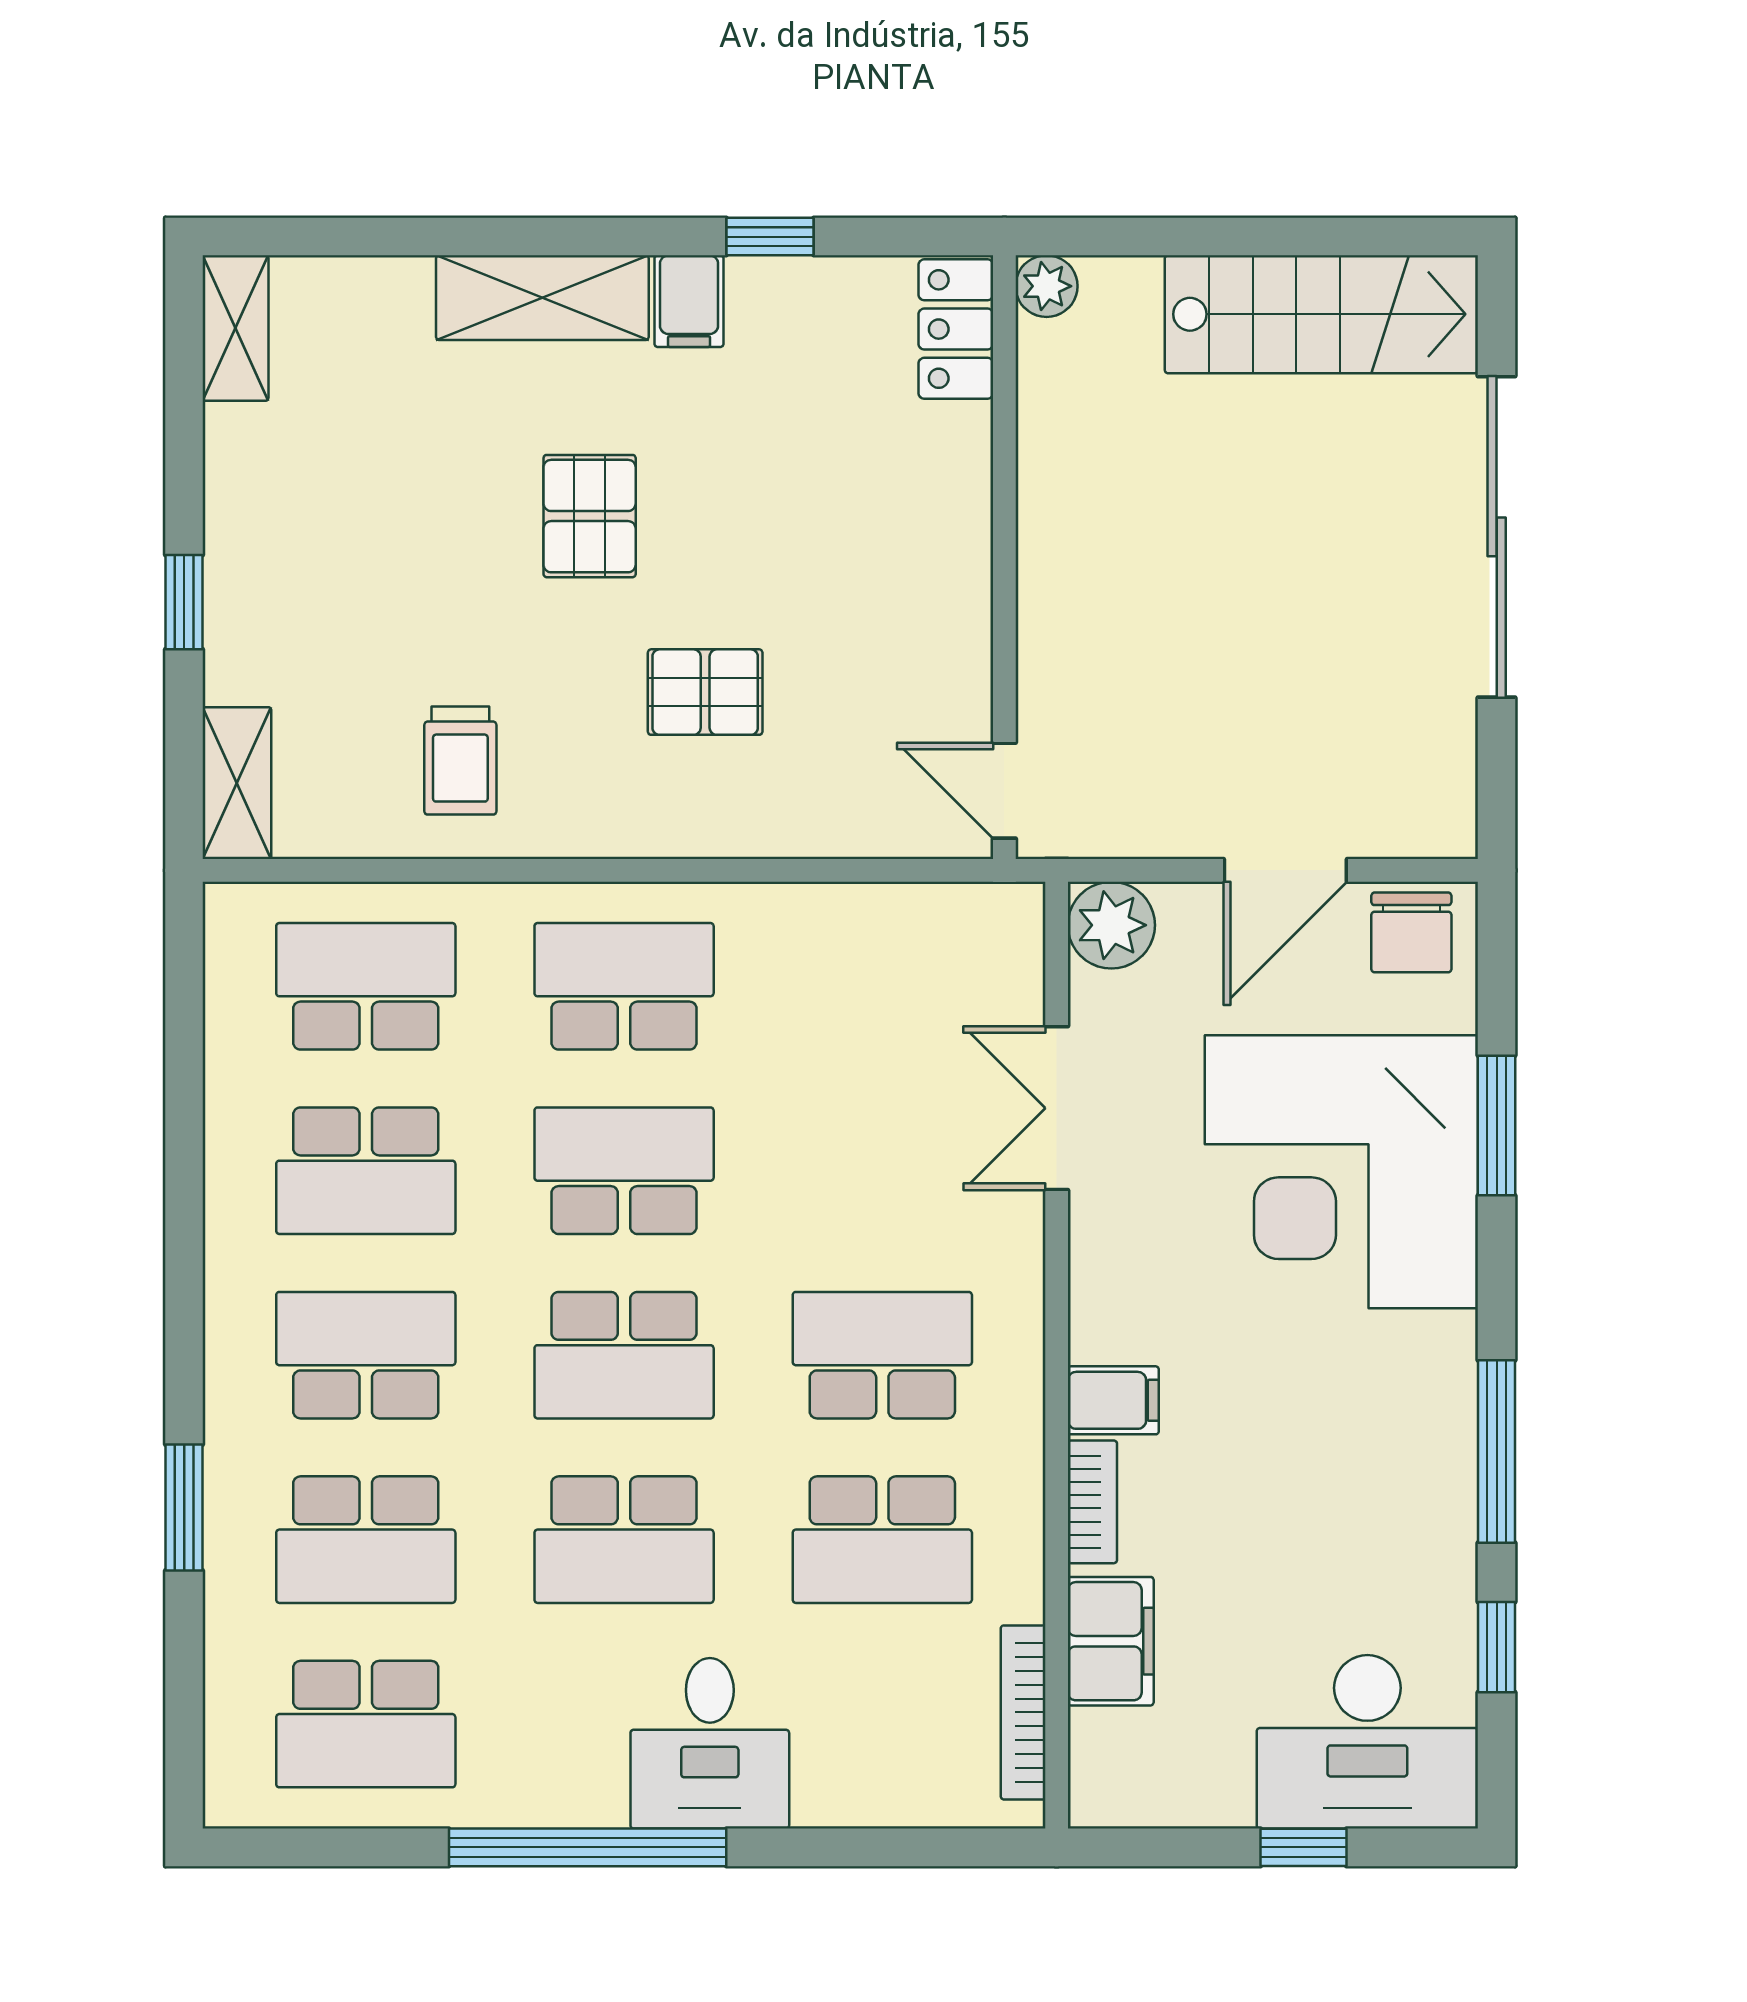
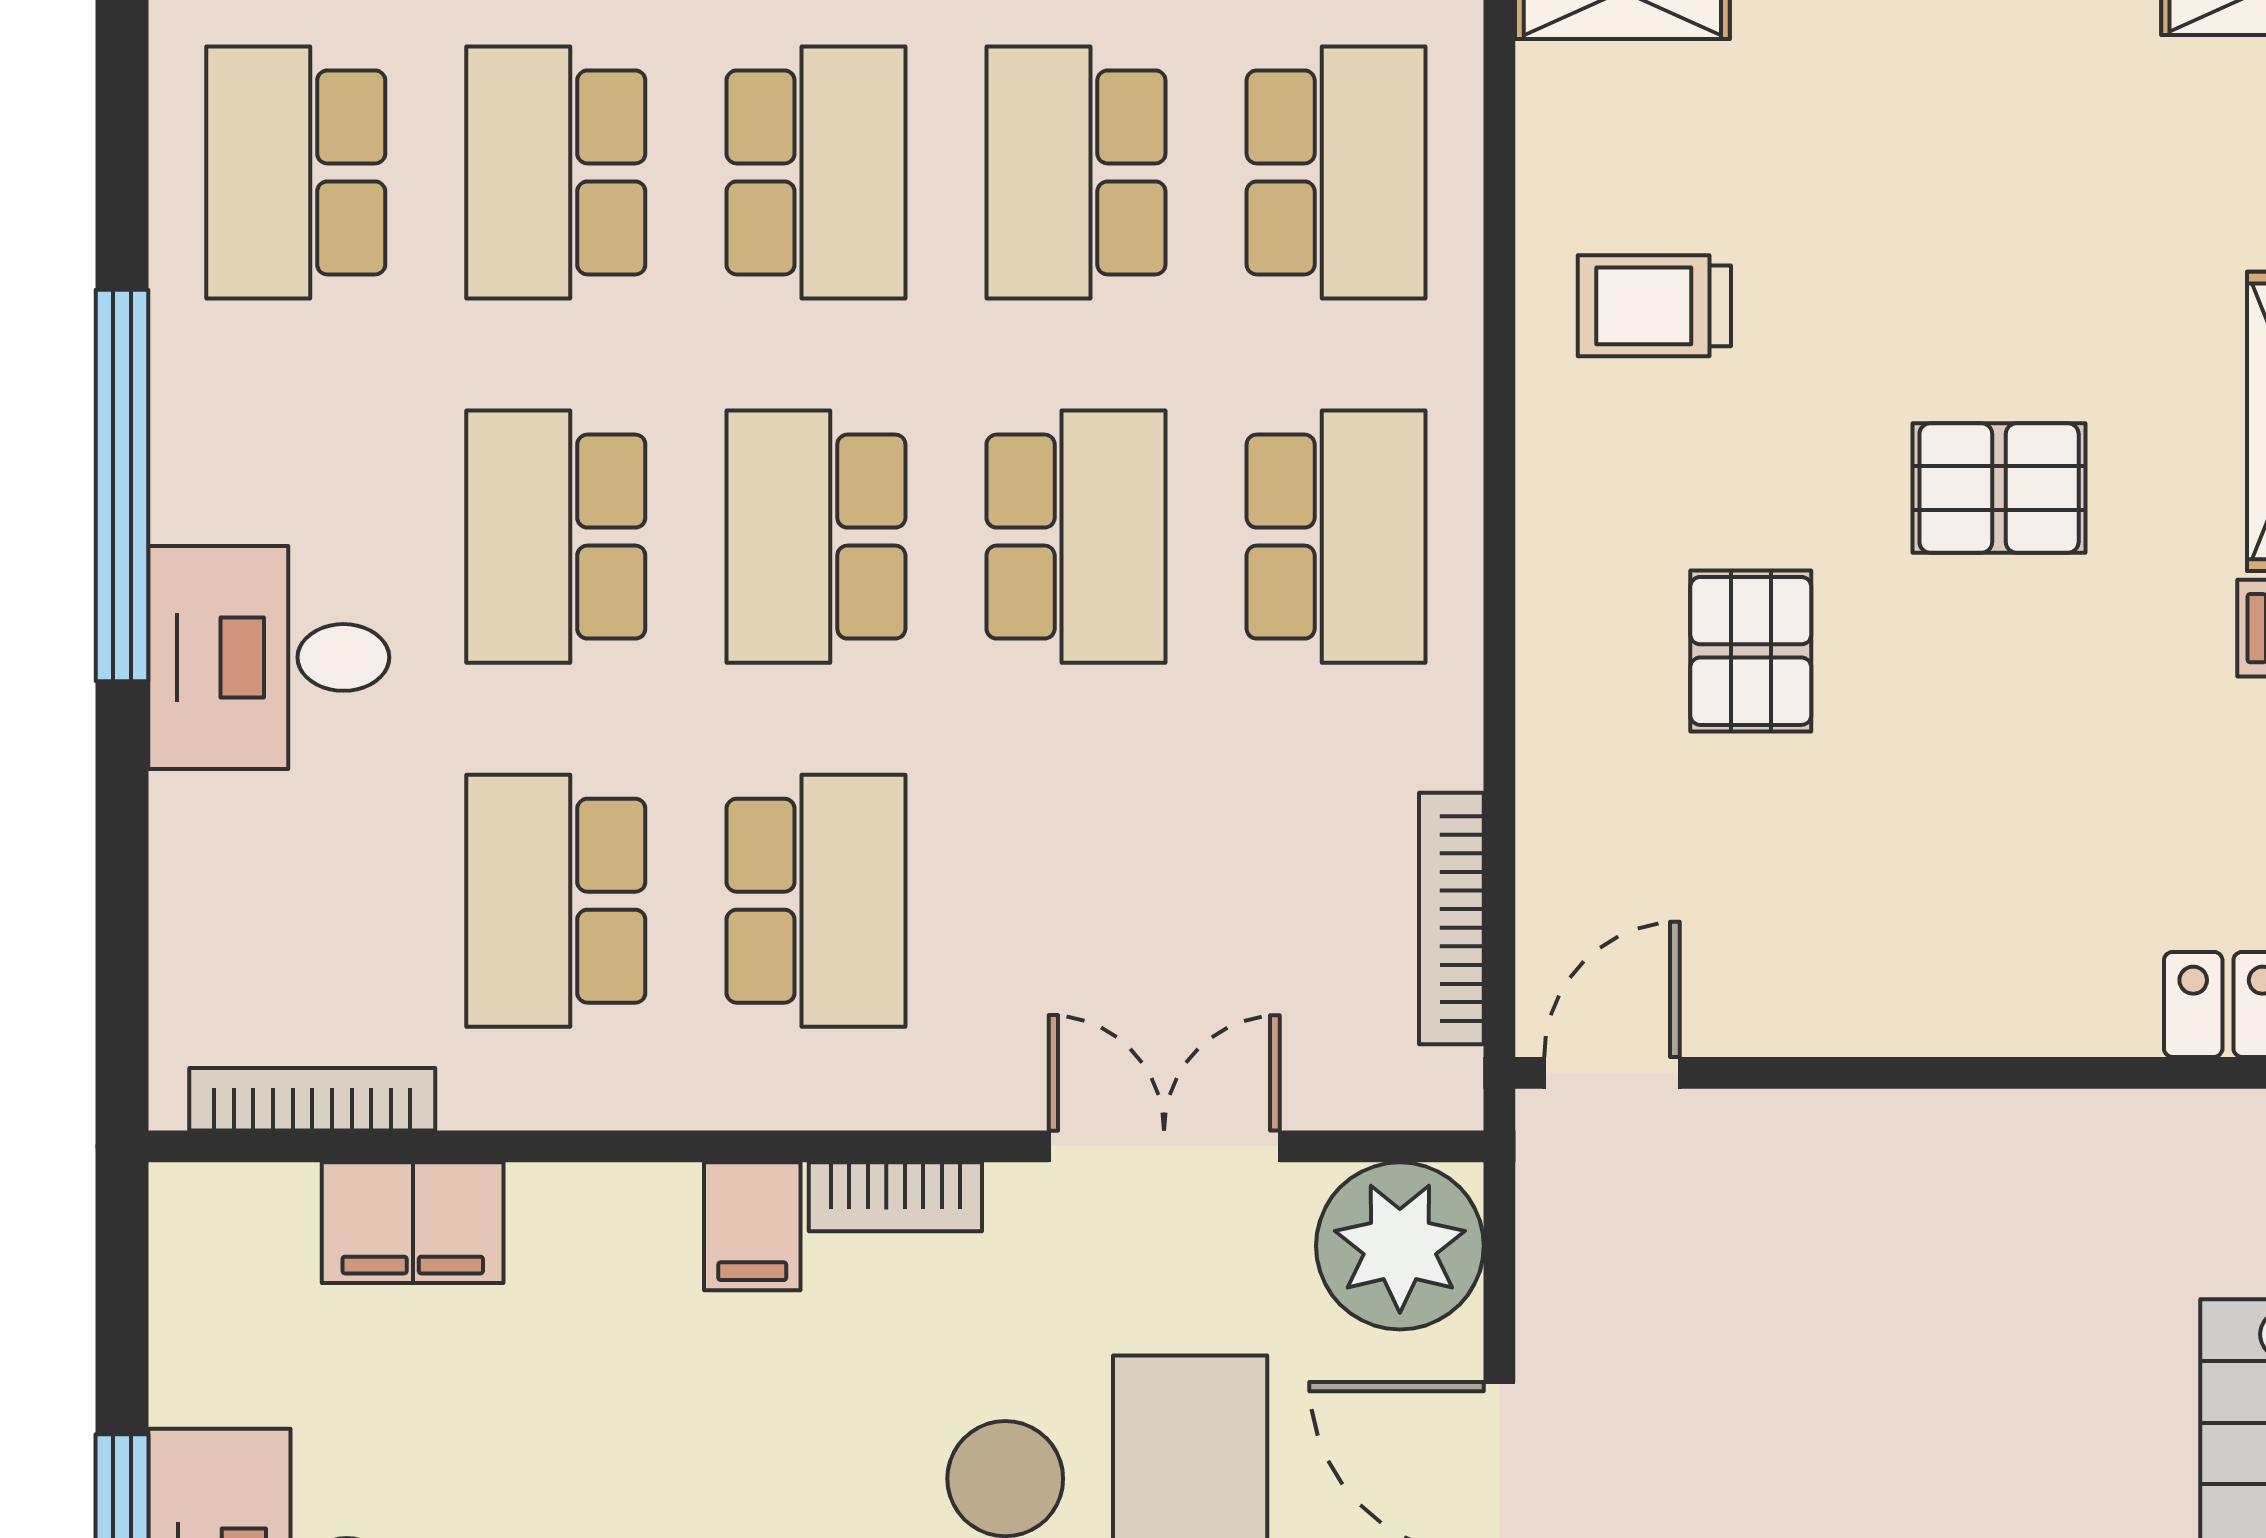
bookcase: (895, 904) -> (1451, 919), added
plant: (1111, 925) -> (1400, 1246), width x1.36, depth x1.36
bookcase: (1092, 1502) -> (895, 1197), moved

